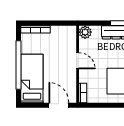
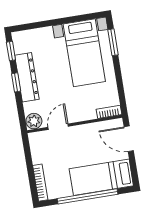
door: (78, 61) -> (58, 127), moved
door: (59, 105) -> (129, 139), hinge flipped

